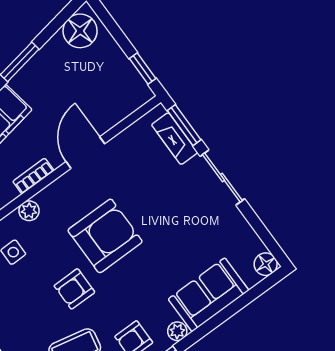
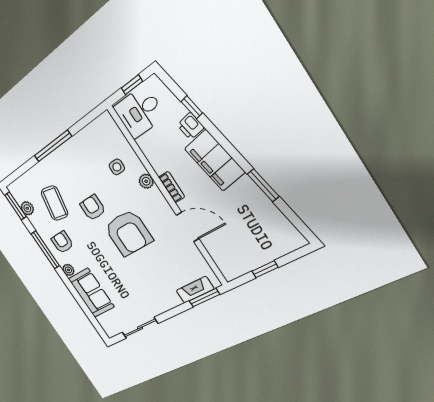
floor lamp: (80, 31) -> (285, 235), removed
window: (143, 68) -> (265, 269), moved
sliding door: (222, 177) -> (140, 328), moved
floor lamp: (266, 264) -> (111, 330), removed

